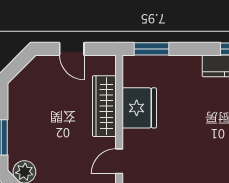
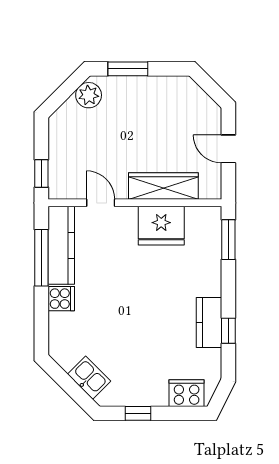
door: (72, 49) -> (228, 149), hinge flipped

